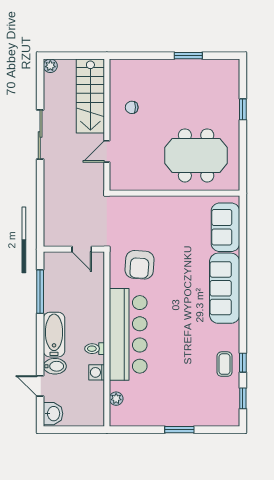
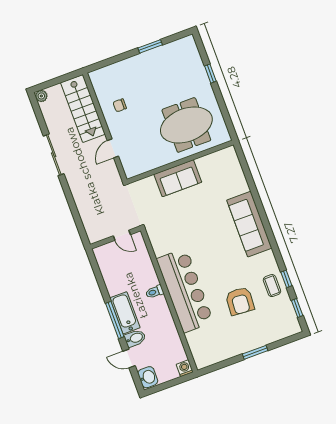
sofa: (225, 227) -> (178, 178), moved, turned -90
armchair: (140, 265) -> (240, 301), moved
window: (40, 292) -> (115, 320), moved
toilet: (95, 349) -> (155, 292), moved
washing machine: (97, 372) -> (185, 368), moved, turned 90
plant: (116, 399) -> (194, 346), removed

